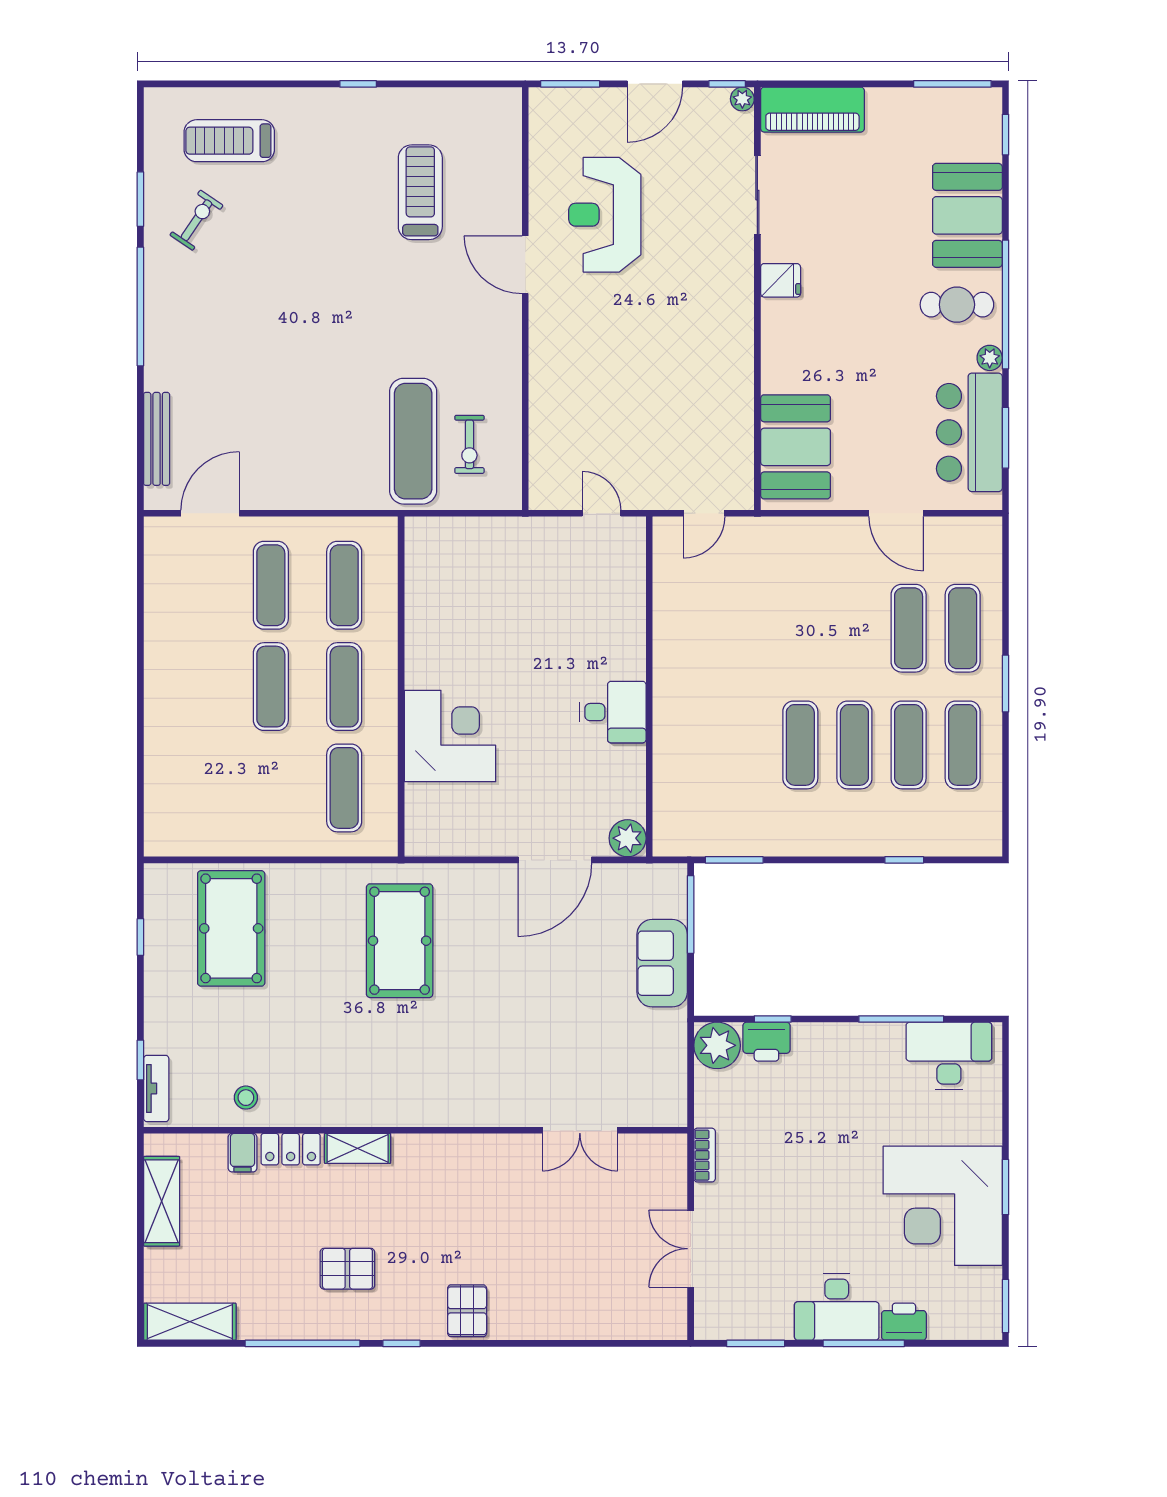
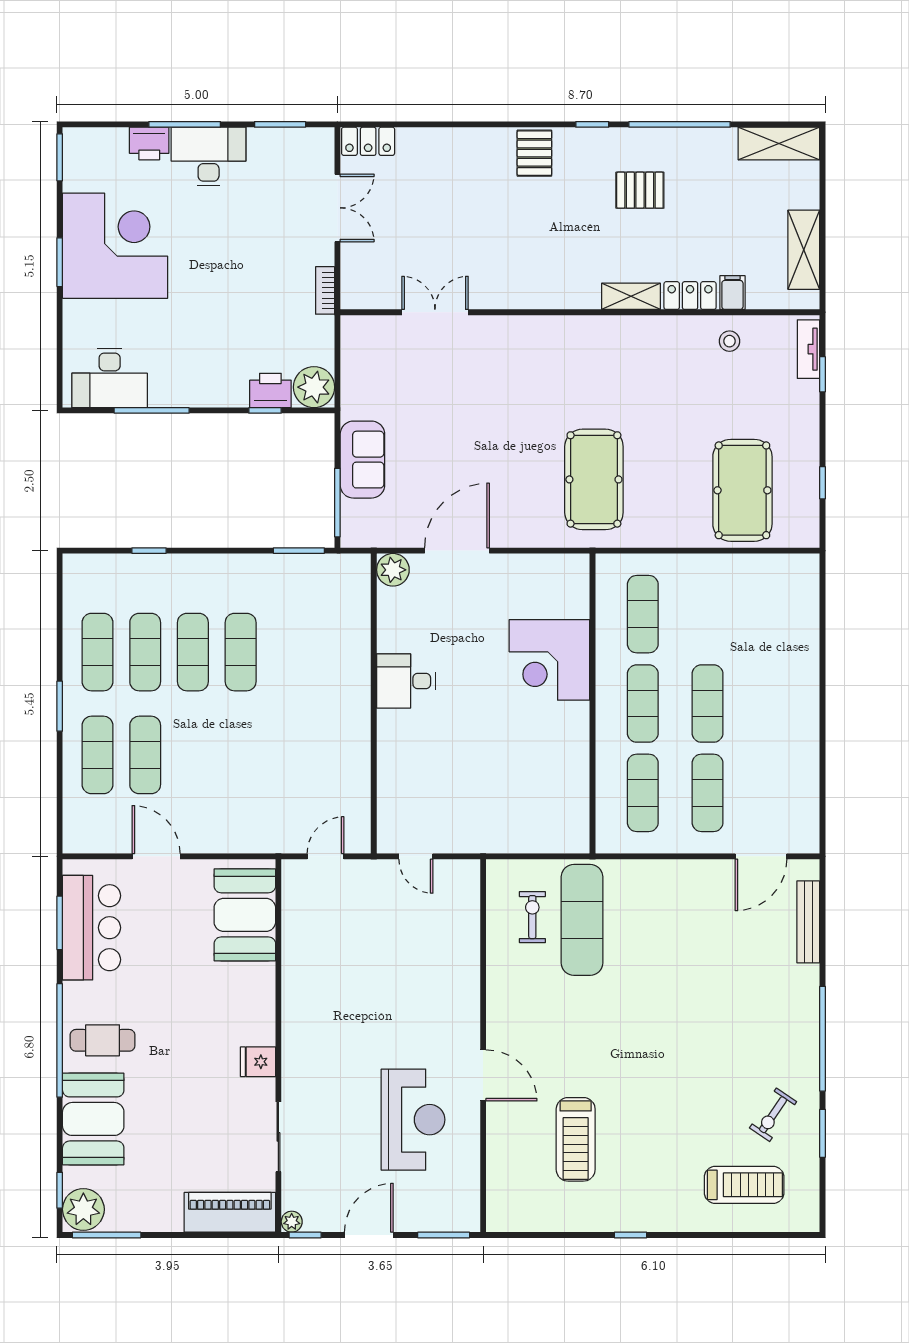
plant: (990, 358) -> (83, 1209), moved, width x1.88, depth x1.88
locker: (656, 1324) -> (368, 141), added

